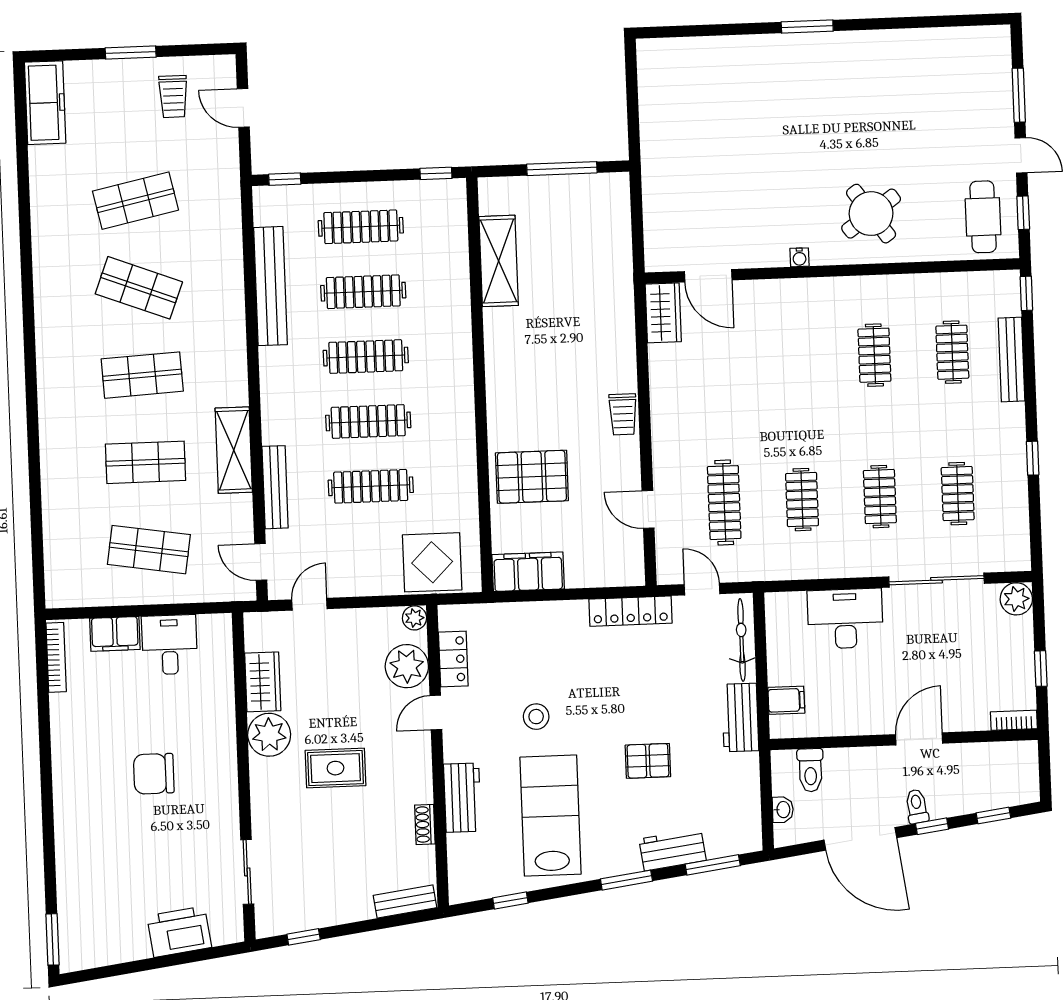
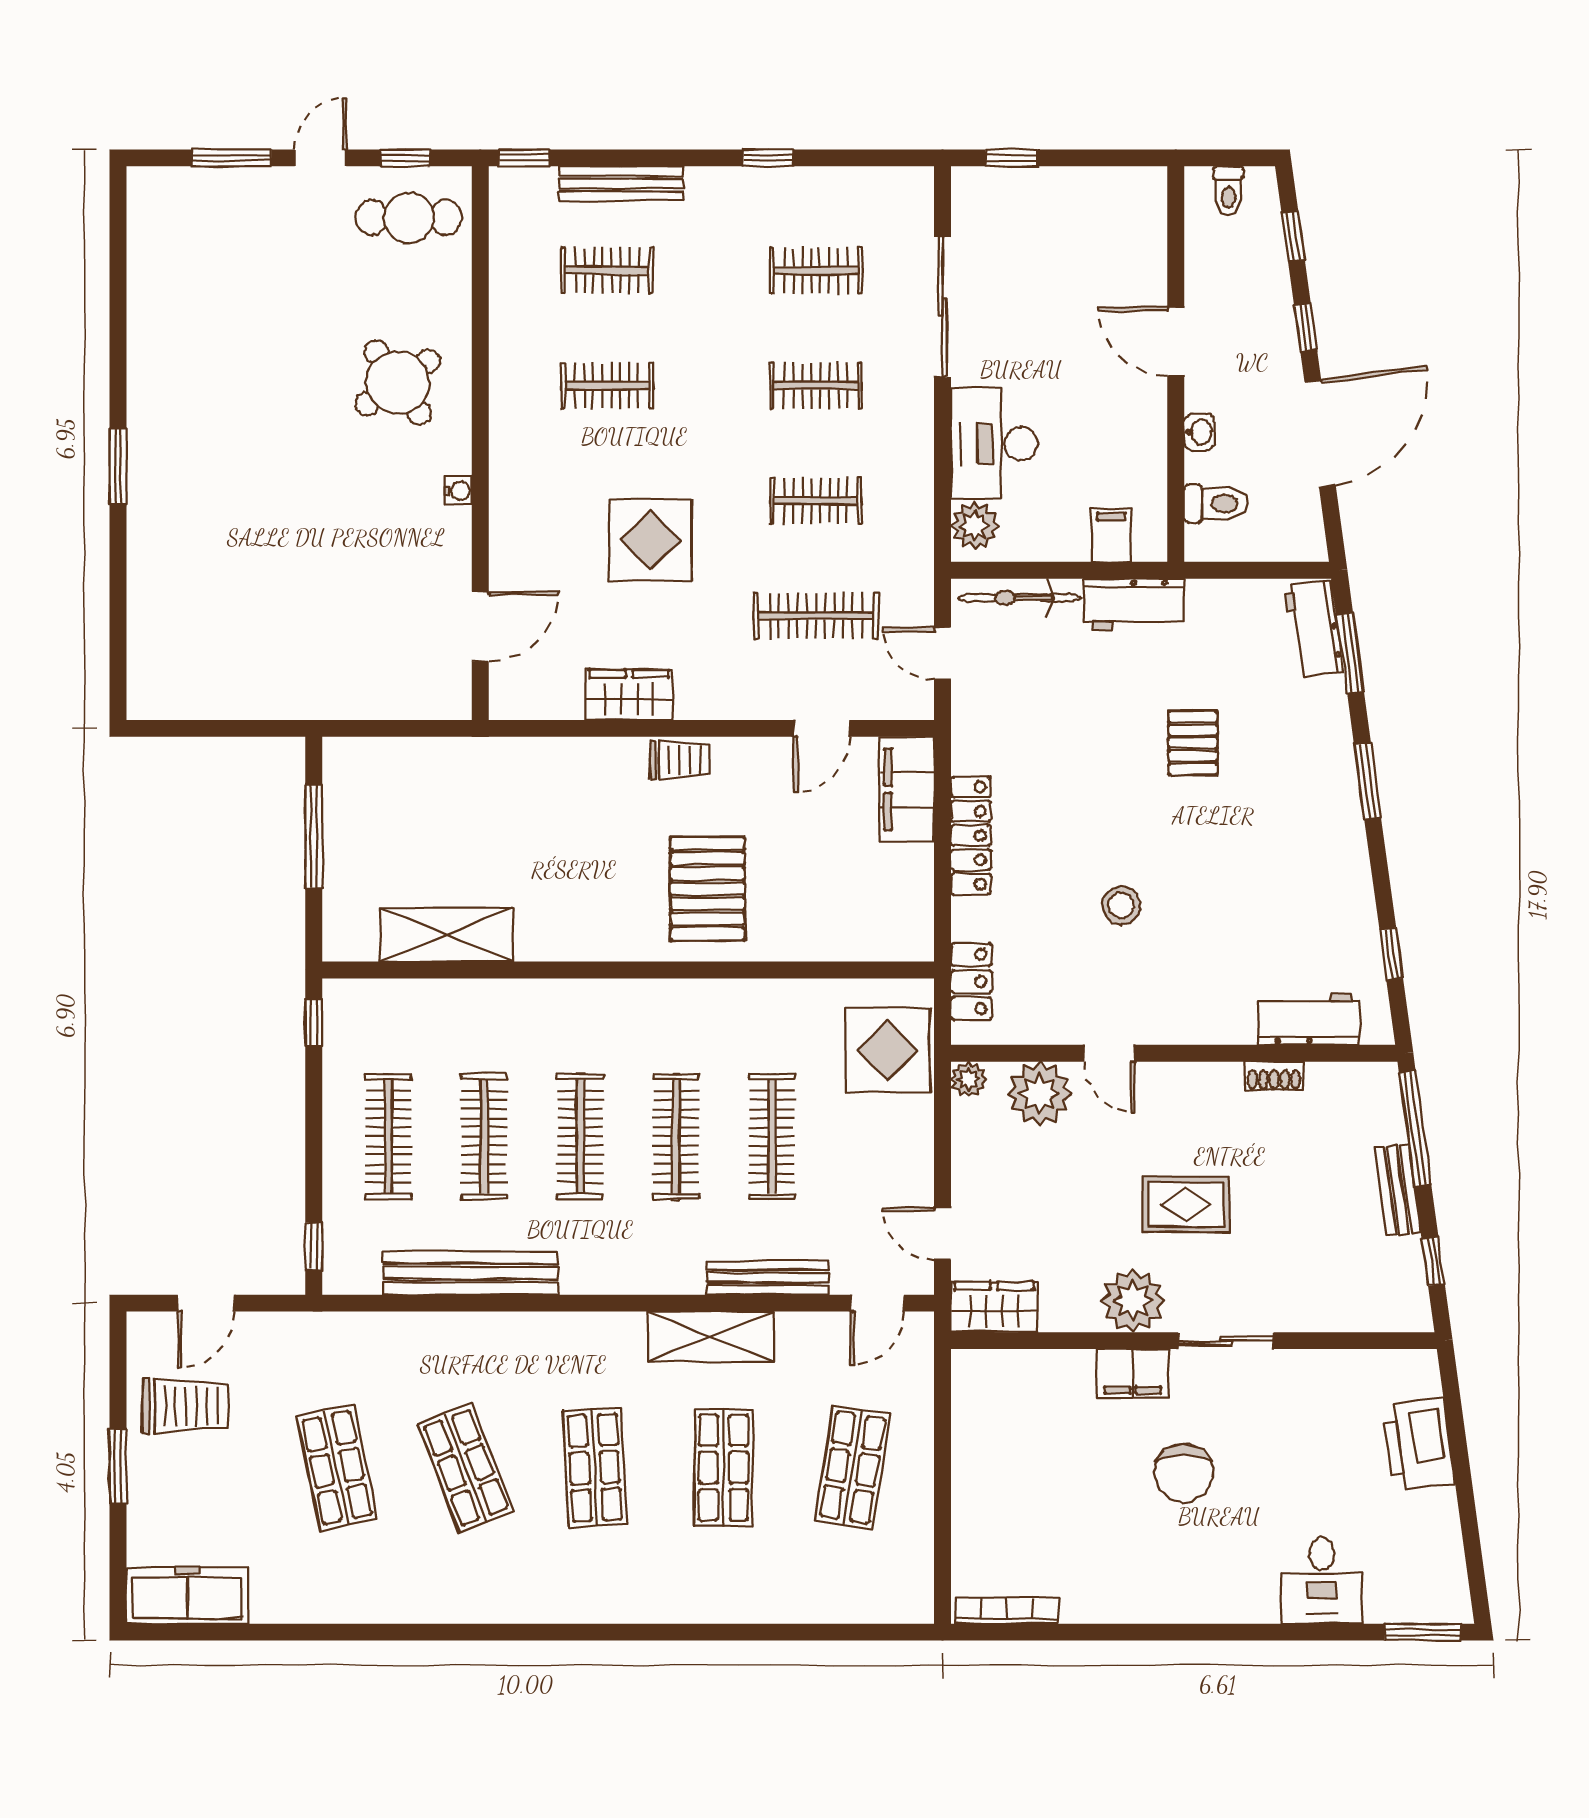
trolley: (173, 96) -> (185, 1406), width x1.36, depth x1.39
shop shelf: (139, 288) -> (466, 1468), turned -42
wardrobe: (663, 313) -> (629, 695), moved
display table: (771, 389) -> (650, 540), added
pallet: (532, 477) -> (707, 889), moved
filing cabinet: (528, 572) -> (907, 789), moved
door: (702, 589) -> (943, 653), hinge flipped
plant: (1016, 599) -> (975, 526), moved
locker: (630, 611) -> (971, 836), moved
filing cabinet: (115, 634) -> (1133, 1373), moved, turned 90
desk: (170, 645) -> (1322, 1580), moved, turned -90
locker: (453, 659) -> (971, 982), moved, turned 90
window: (1041, 669) -> (1012, 158), moved
wardrobe: (263, 682) -> (994, 1307), moved
bookcase: (1014, 720) -> (1154, 200), removed
rug: (335, 768) -> (1186, 1205), turned 90
workbench: (462, 798) -> (1309, 1019), moved
toilet: (917, 806) -> (1228, 191), moved, turned -82
washbasin: (783, 810) -> (1199, 432), moved, turned 90
lab bench: (551, 816) -> (1268, 890), removed
workbench: (673, 850) -> (1314, 629), moved
sliding door: (247, 872) -> (1226, 1341), moved
bench: (405, 902) -> (1398, 1190), moved
window: (393, 921) -> (1415, 1129), added

